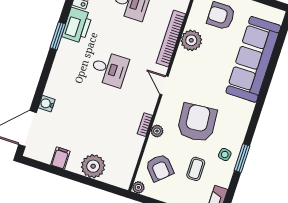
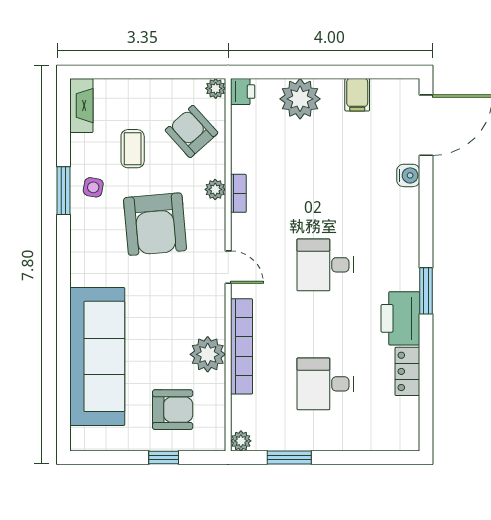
printer: (124, 181) -> (243, 92), added

